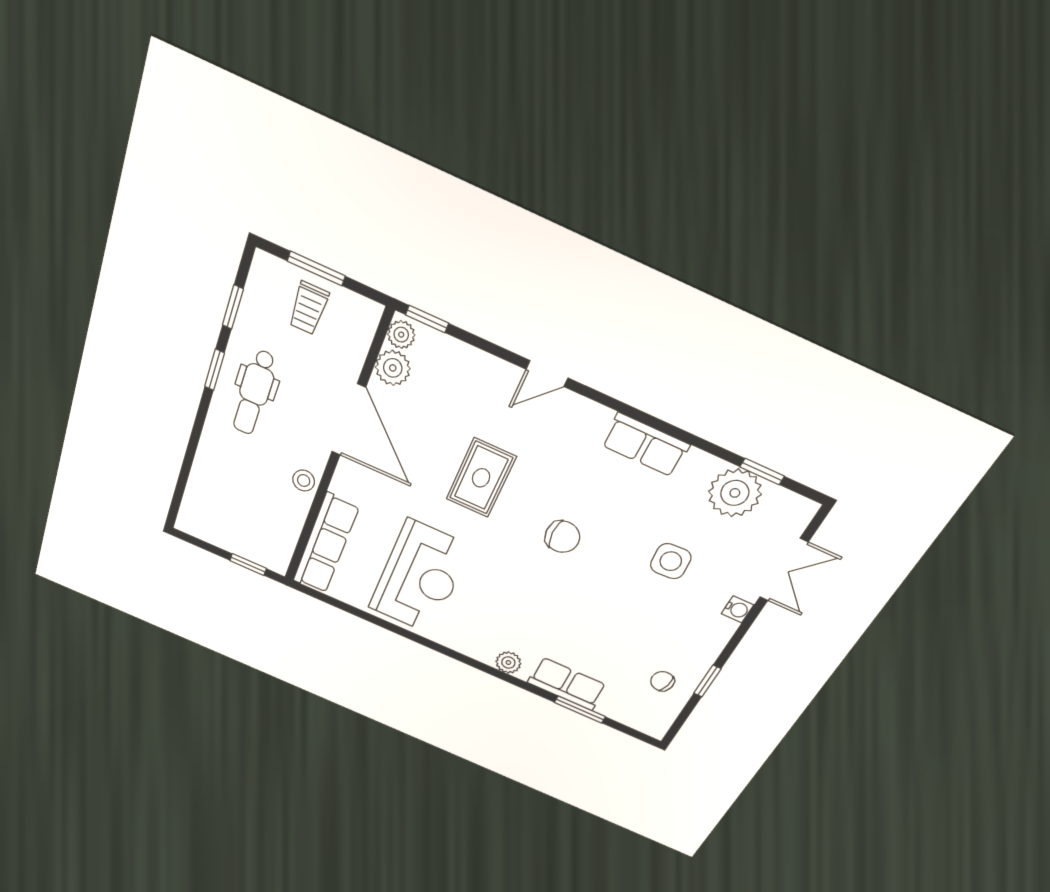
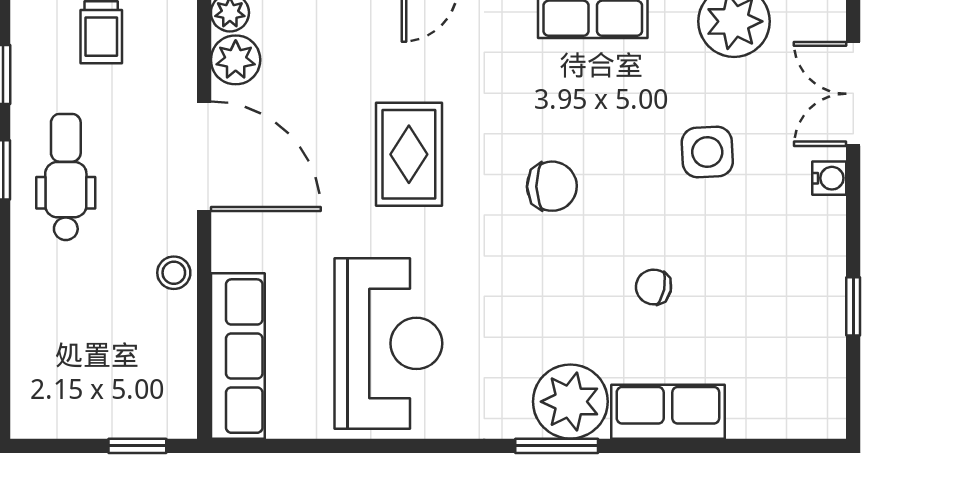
dental chair: (254, 393) -> (66, 177), turned 180
double door: (784, 570) -> (853, 94), swing flipped
plant: (508, 663) -> (570, 402), width x1.88, depth x1.88
chair: (662, 681) -> (654, 287), moved
window: (580, 710) -> (557, 446), moved

